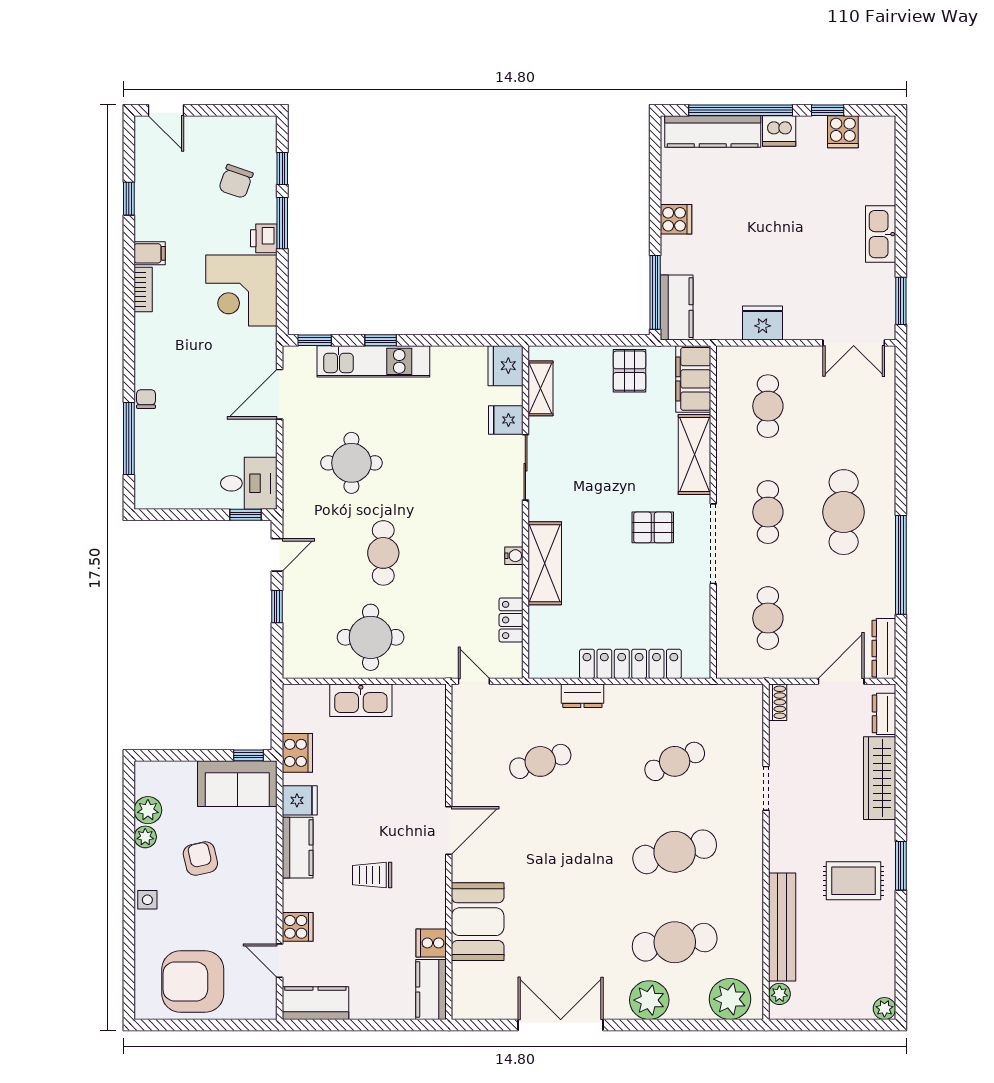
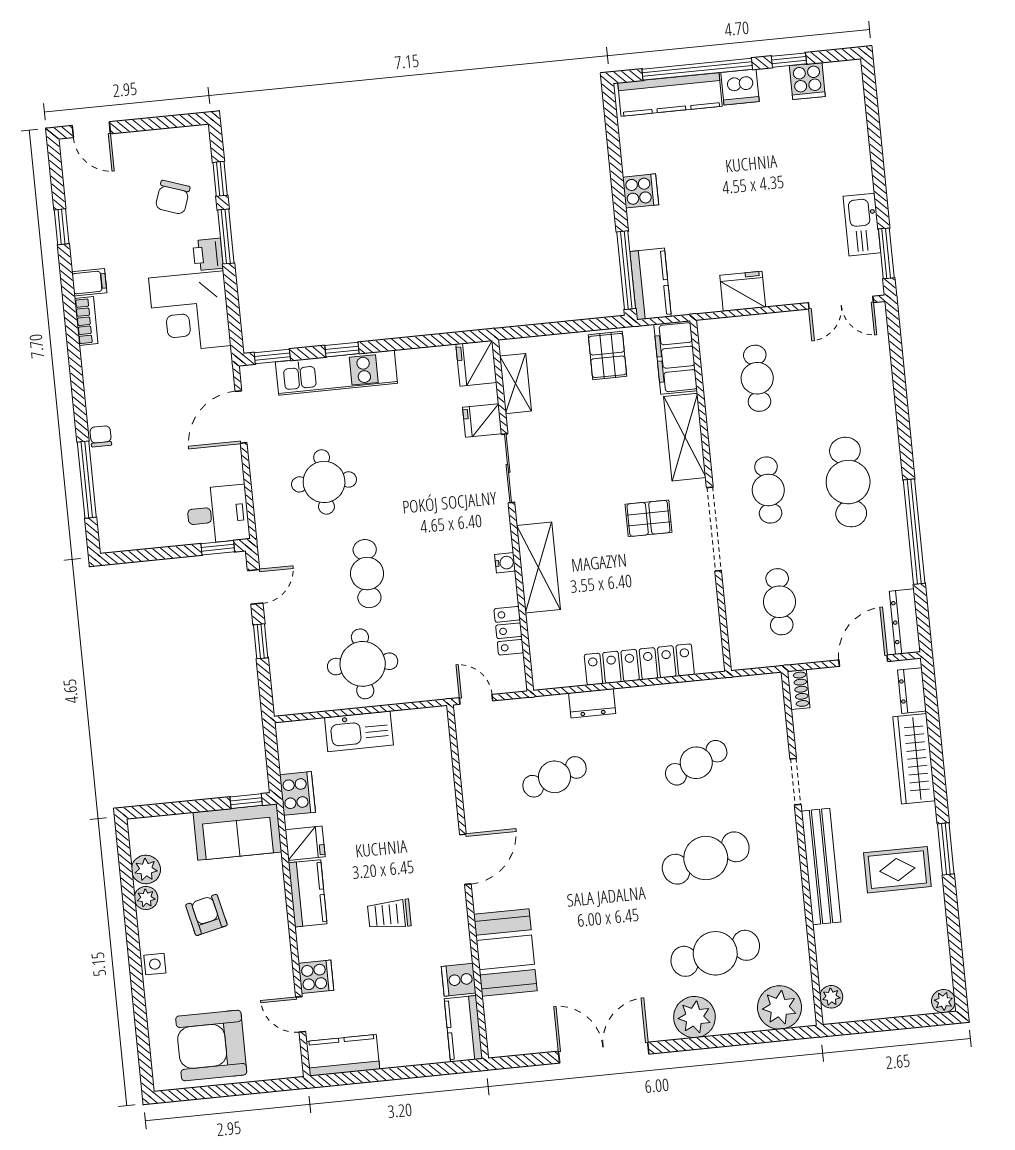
kitchen sink: (881, 234) -> (862, 225), moved
bench: (782, 927) -> (821, 867), moved

